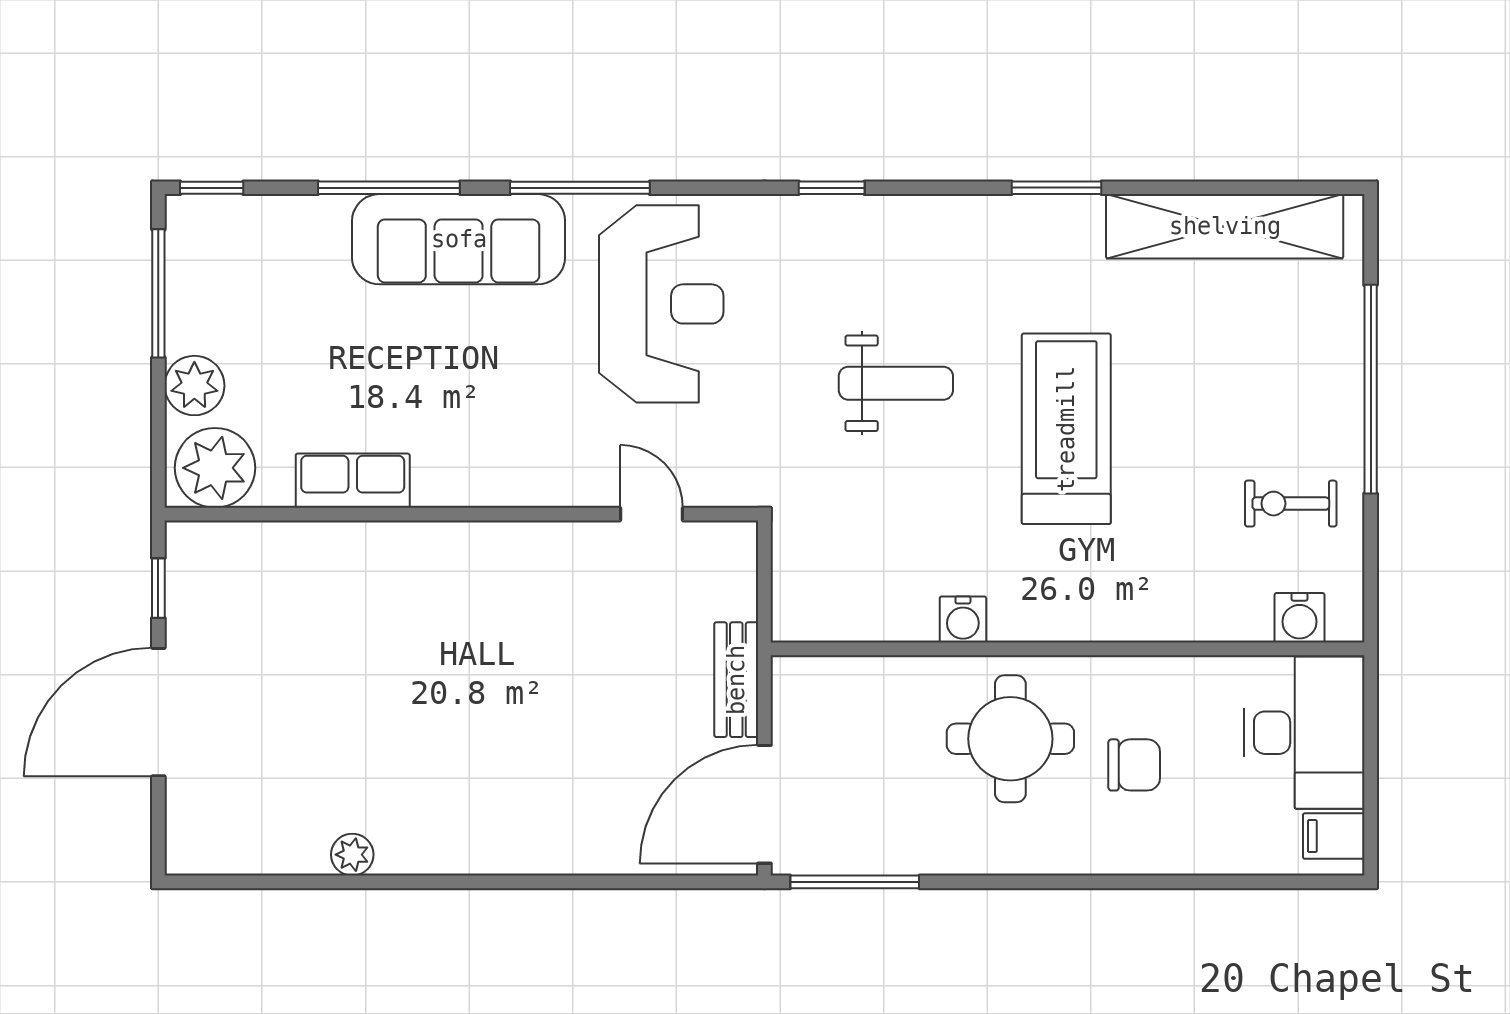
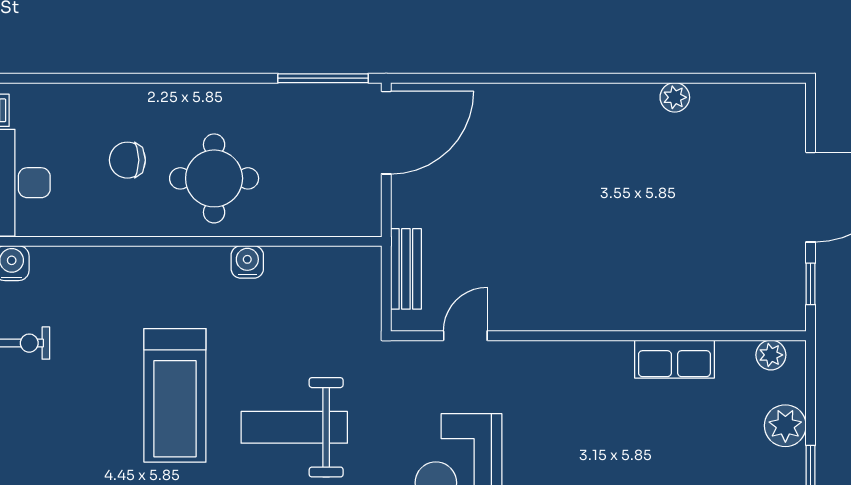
weight bench: (896, 383) -> (294, 427), width x1.36, depth x1.33
plant: (215, 468) -> (771, 355), width x0.53, depth x0.53
door: (652, 514) -> (465, 336), swing flipped
bench: (736, 680) -> (406, 269), moved

